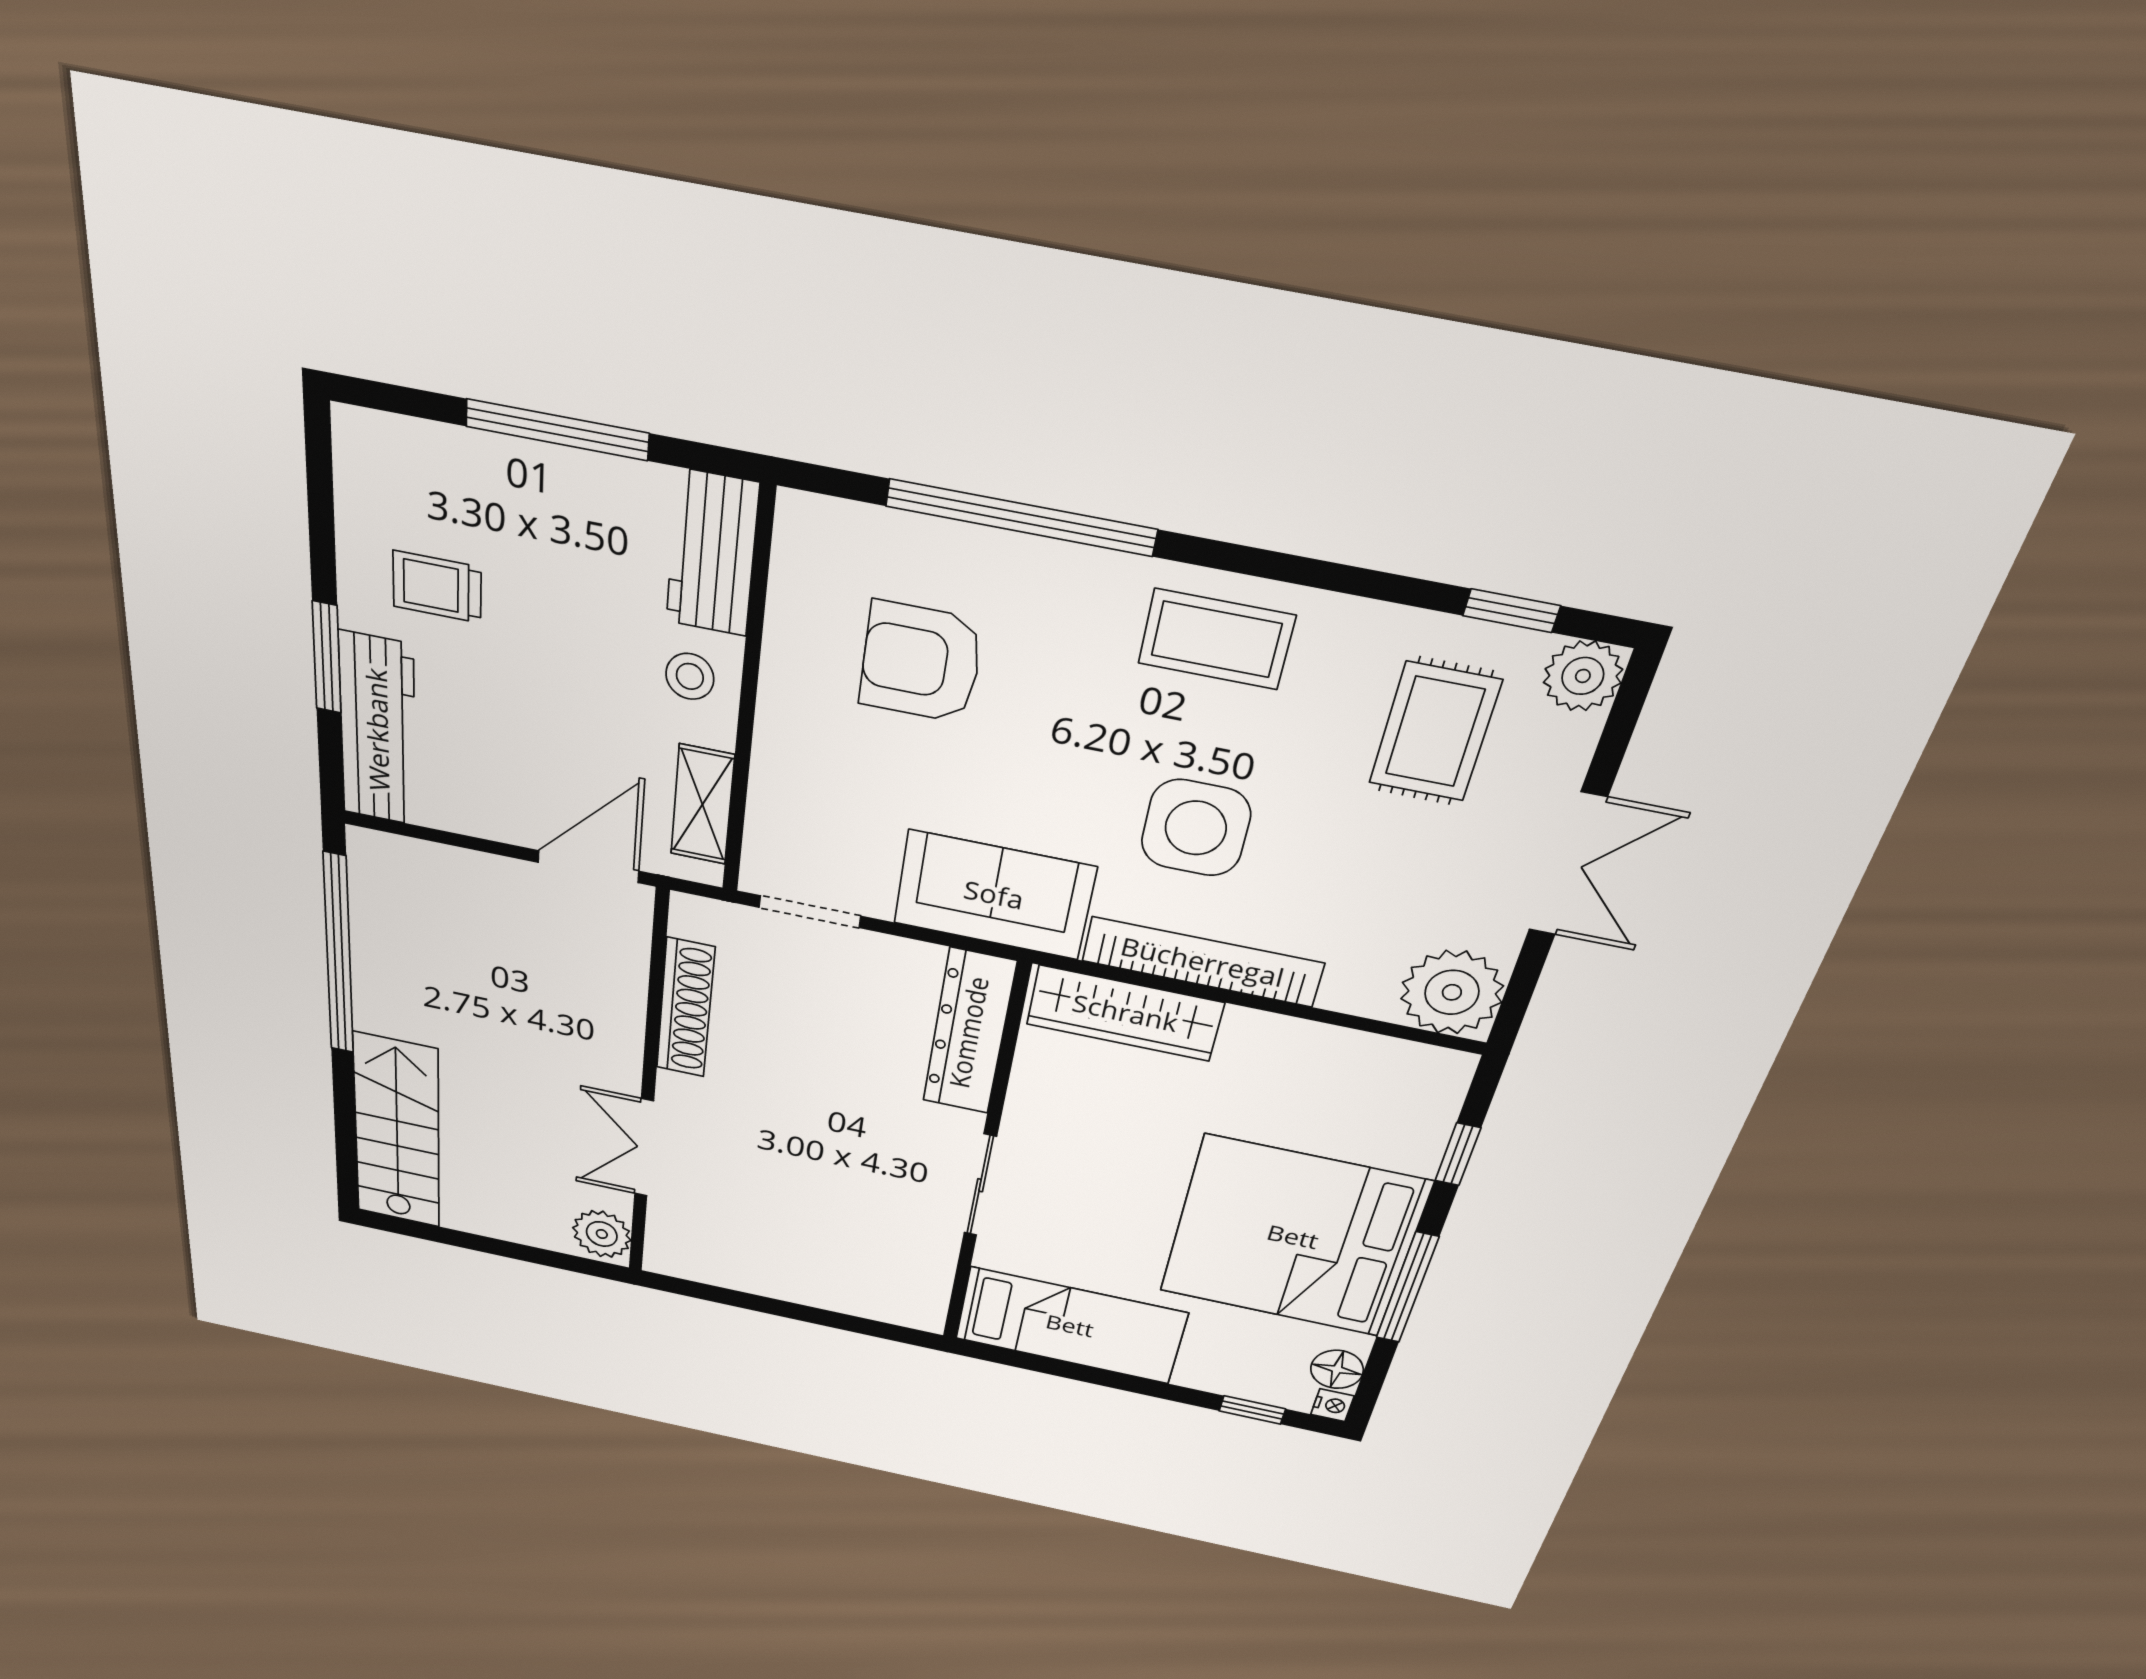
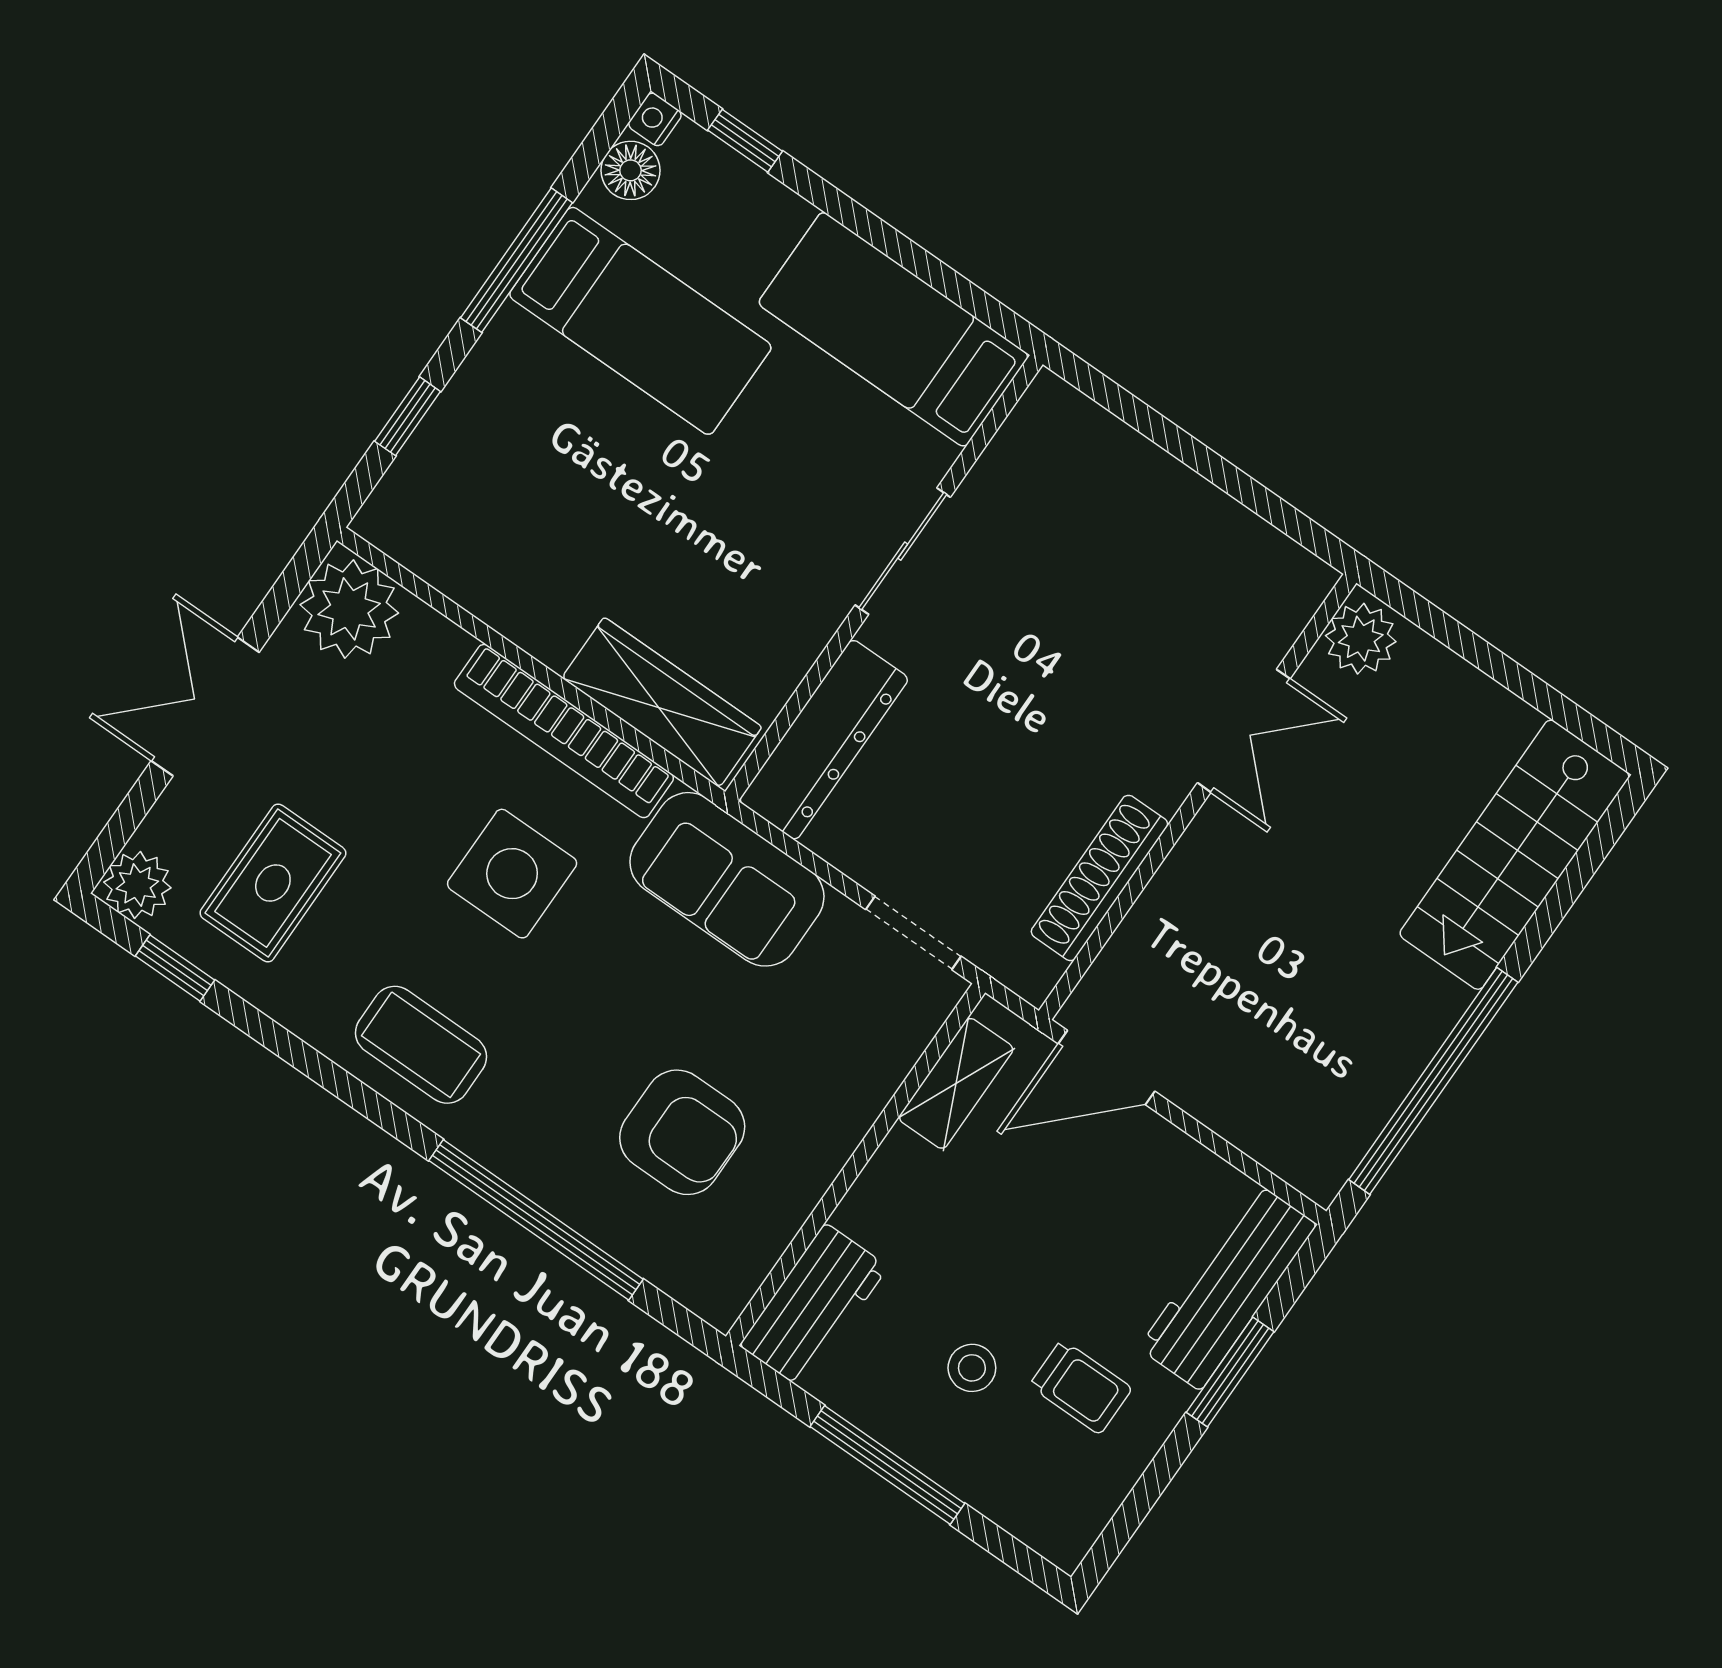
stool: (690, 676) -> (972, 1368), moved
bed: (1293, 1237) -> (640, 321), width x0.49

